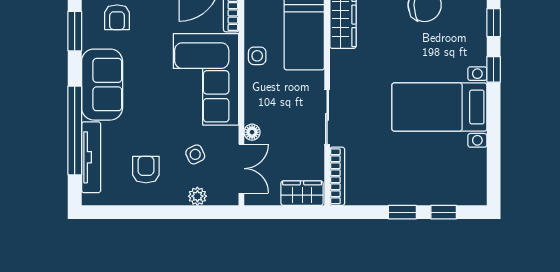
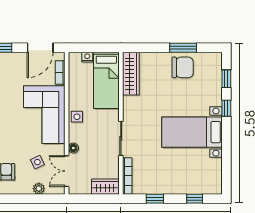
side table: (257, 56) -> (77, 117), moved
double door: (241, 169) -> (67, 171), swing flipped
window: (402, 212) -> (155, 199), moved

